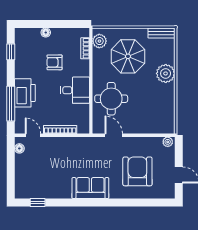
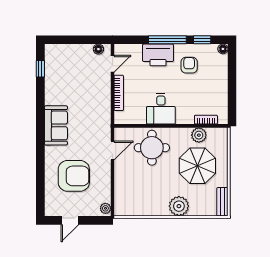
floor lamp: (46, 33) -> (223, 49), moved
plant: (99, 41) -> (199, 135), moved
armchair: (55, 62) -> (189, 65), moved
window: (11, 104) -> (167, 40), moved

